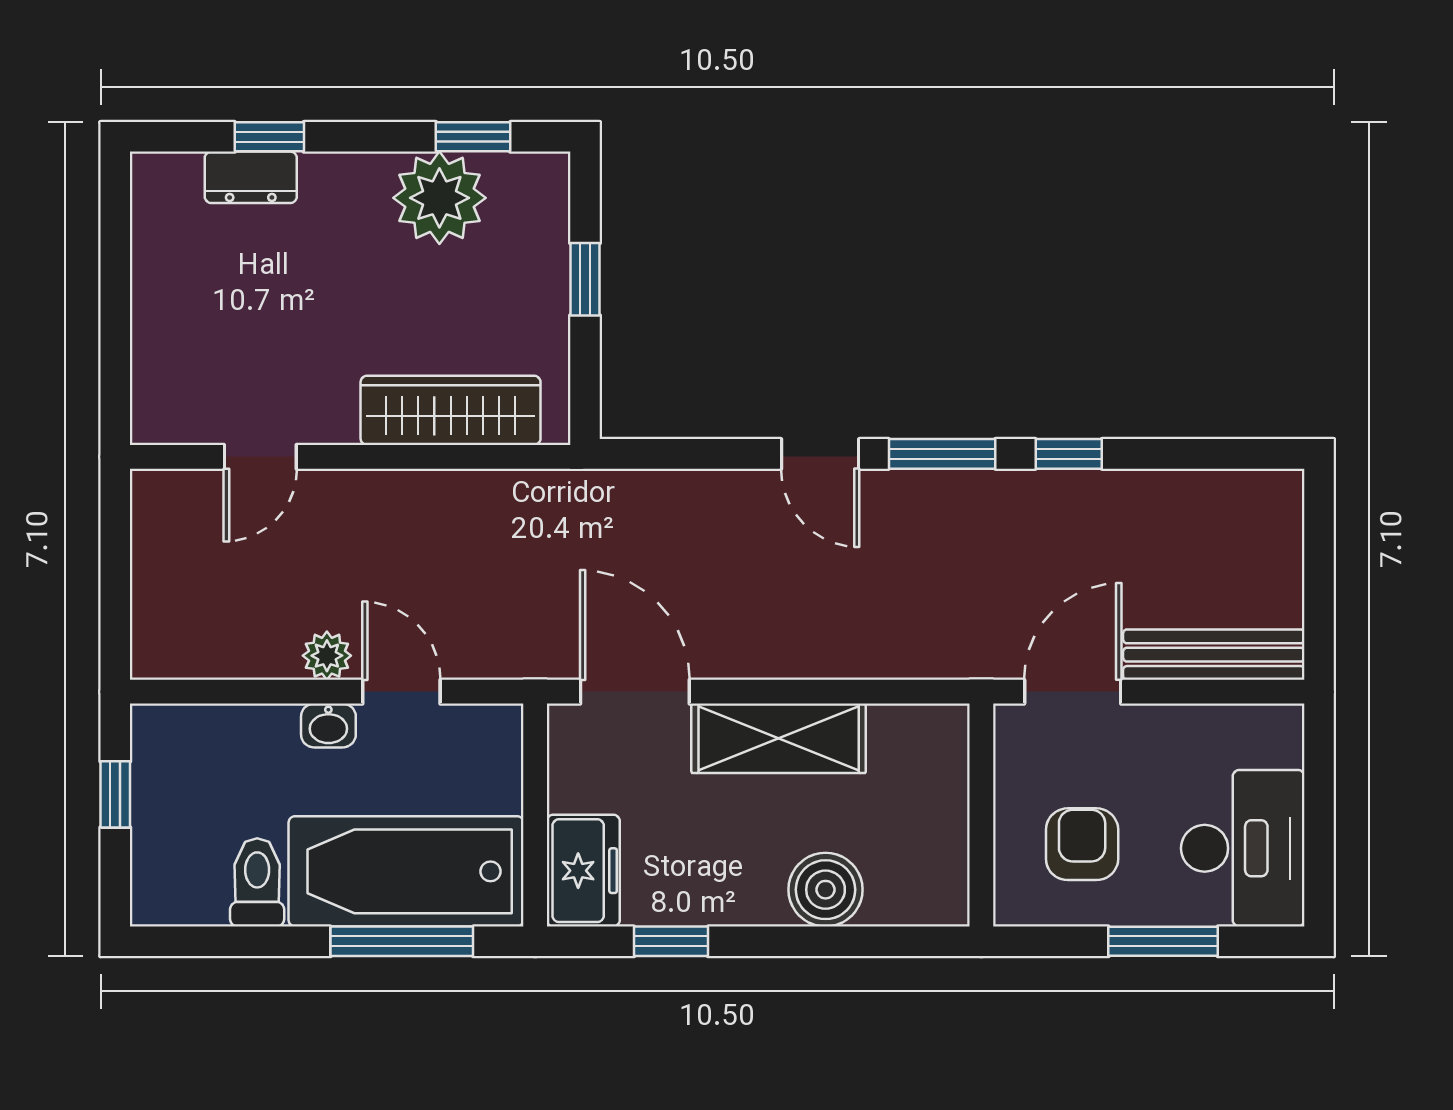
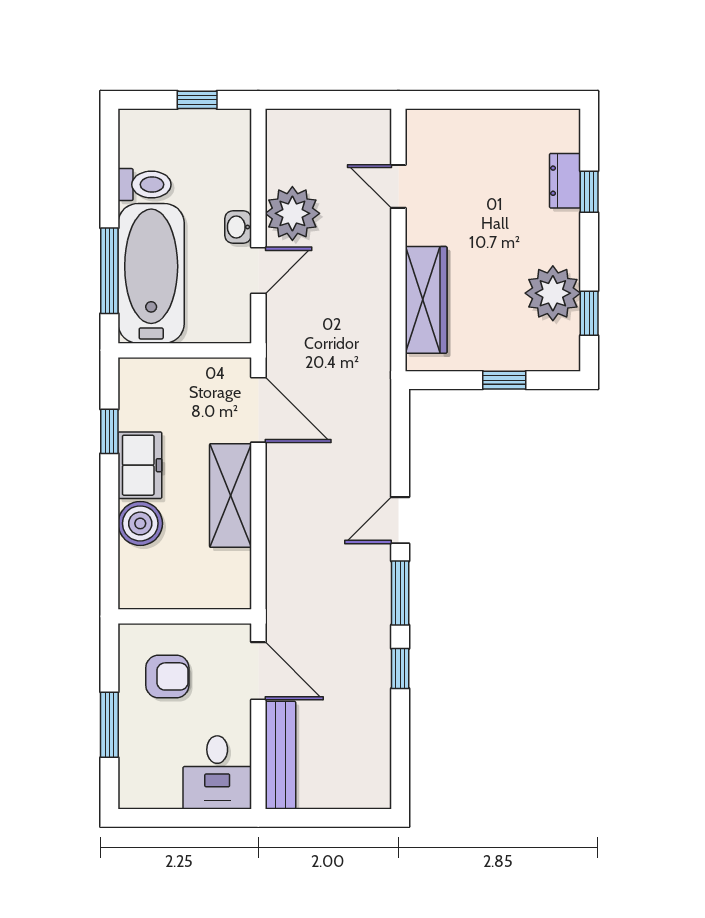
plant: (327, 656) -> (292, 213), width x1.87, depth x1.87
door: (635, 692) -> (258, 410), hinge flipped
desk: (1243, 848) -> (217, 772), moved, width x0.73
freezer: (583, 871) -> (140, 465), moved, turned -90

